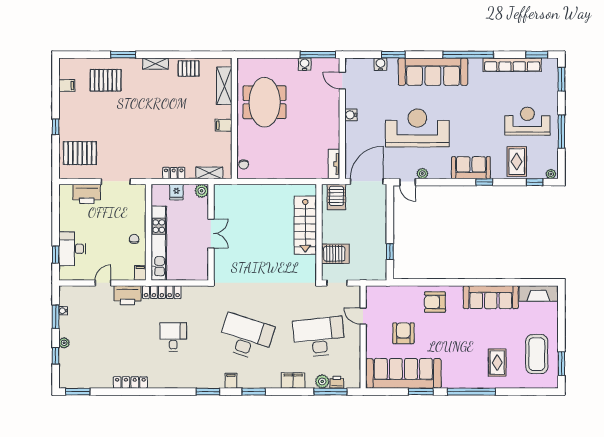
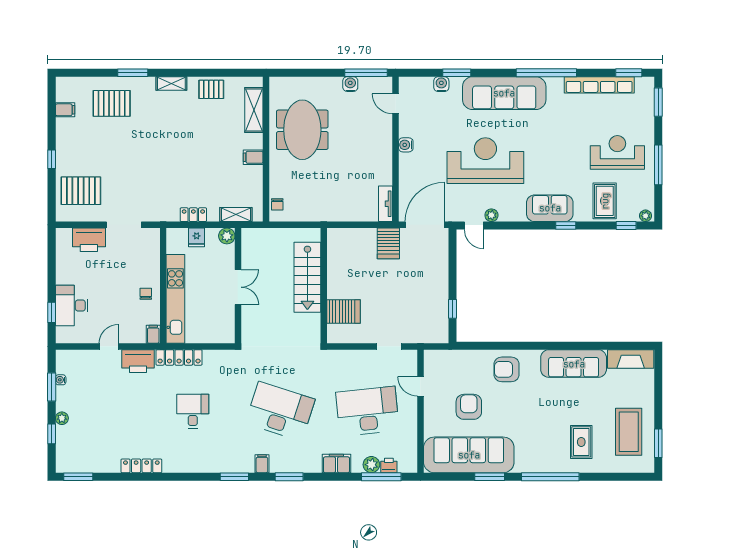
stairs: (305, 225) -> (307, 277), moved
wall: (319, 232) -> (324, 286), moved
server rack: (335, 254) -> (344, 311), moved

